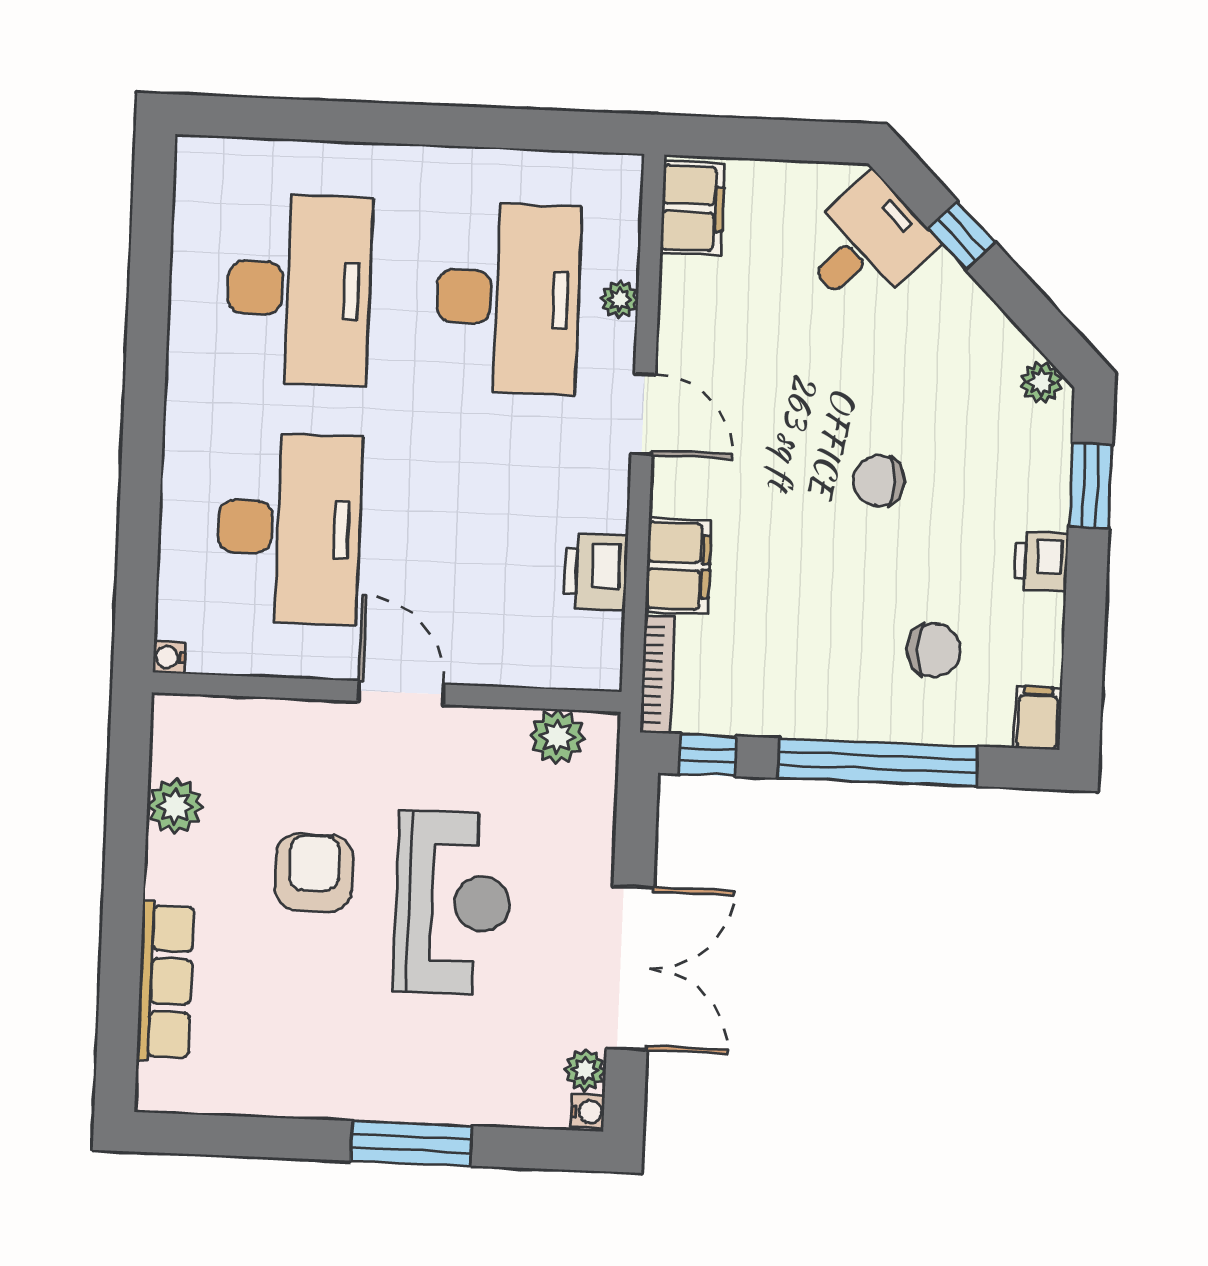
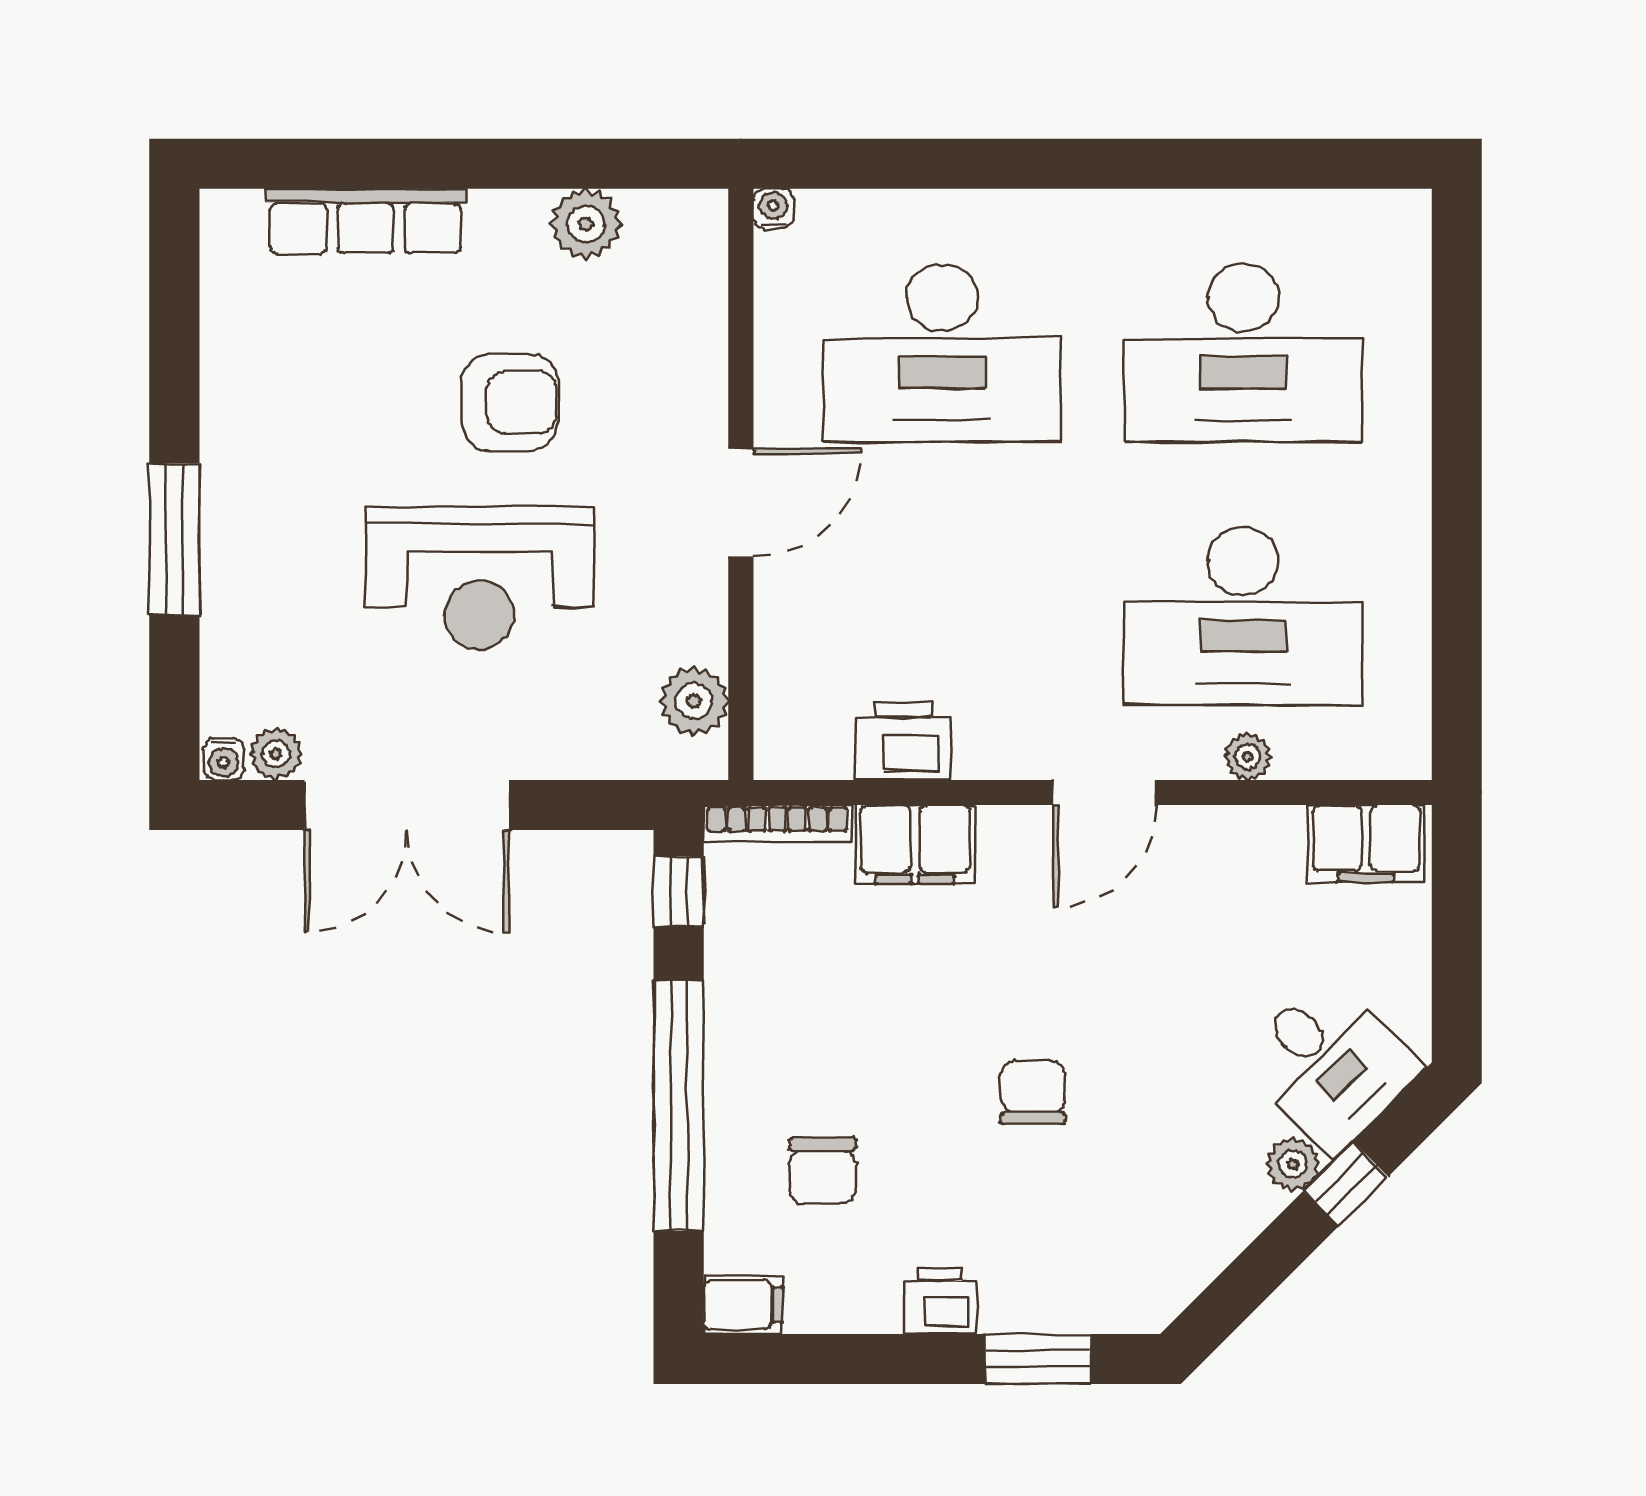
plant: (1041, 382) -> (1293, 1164), moved

